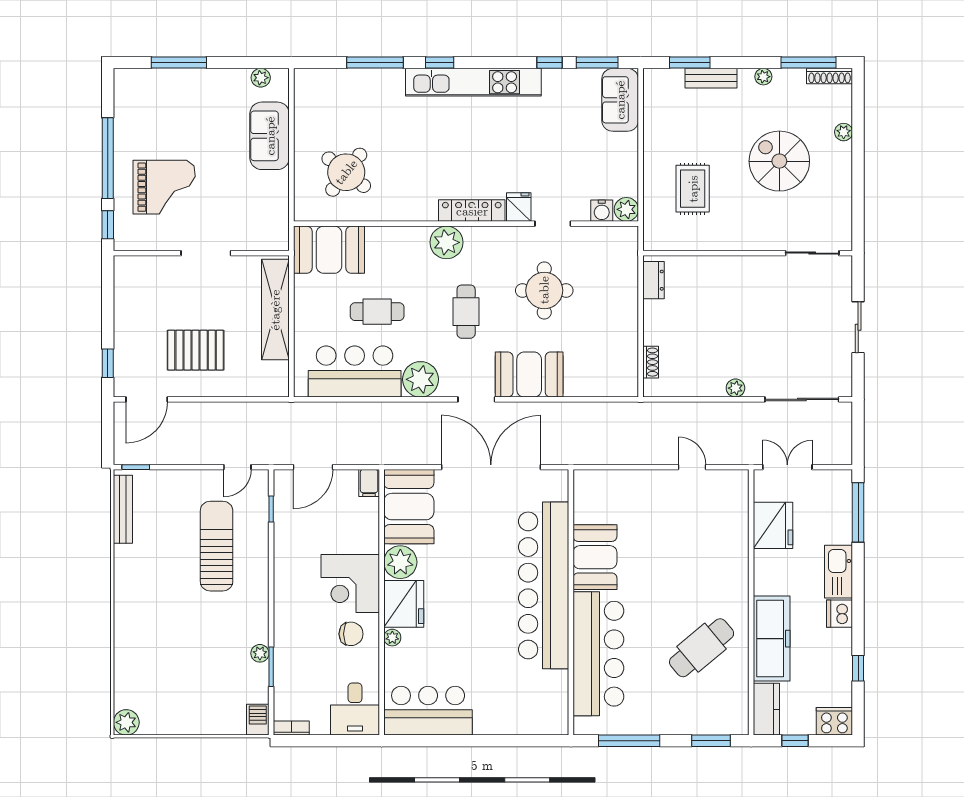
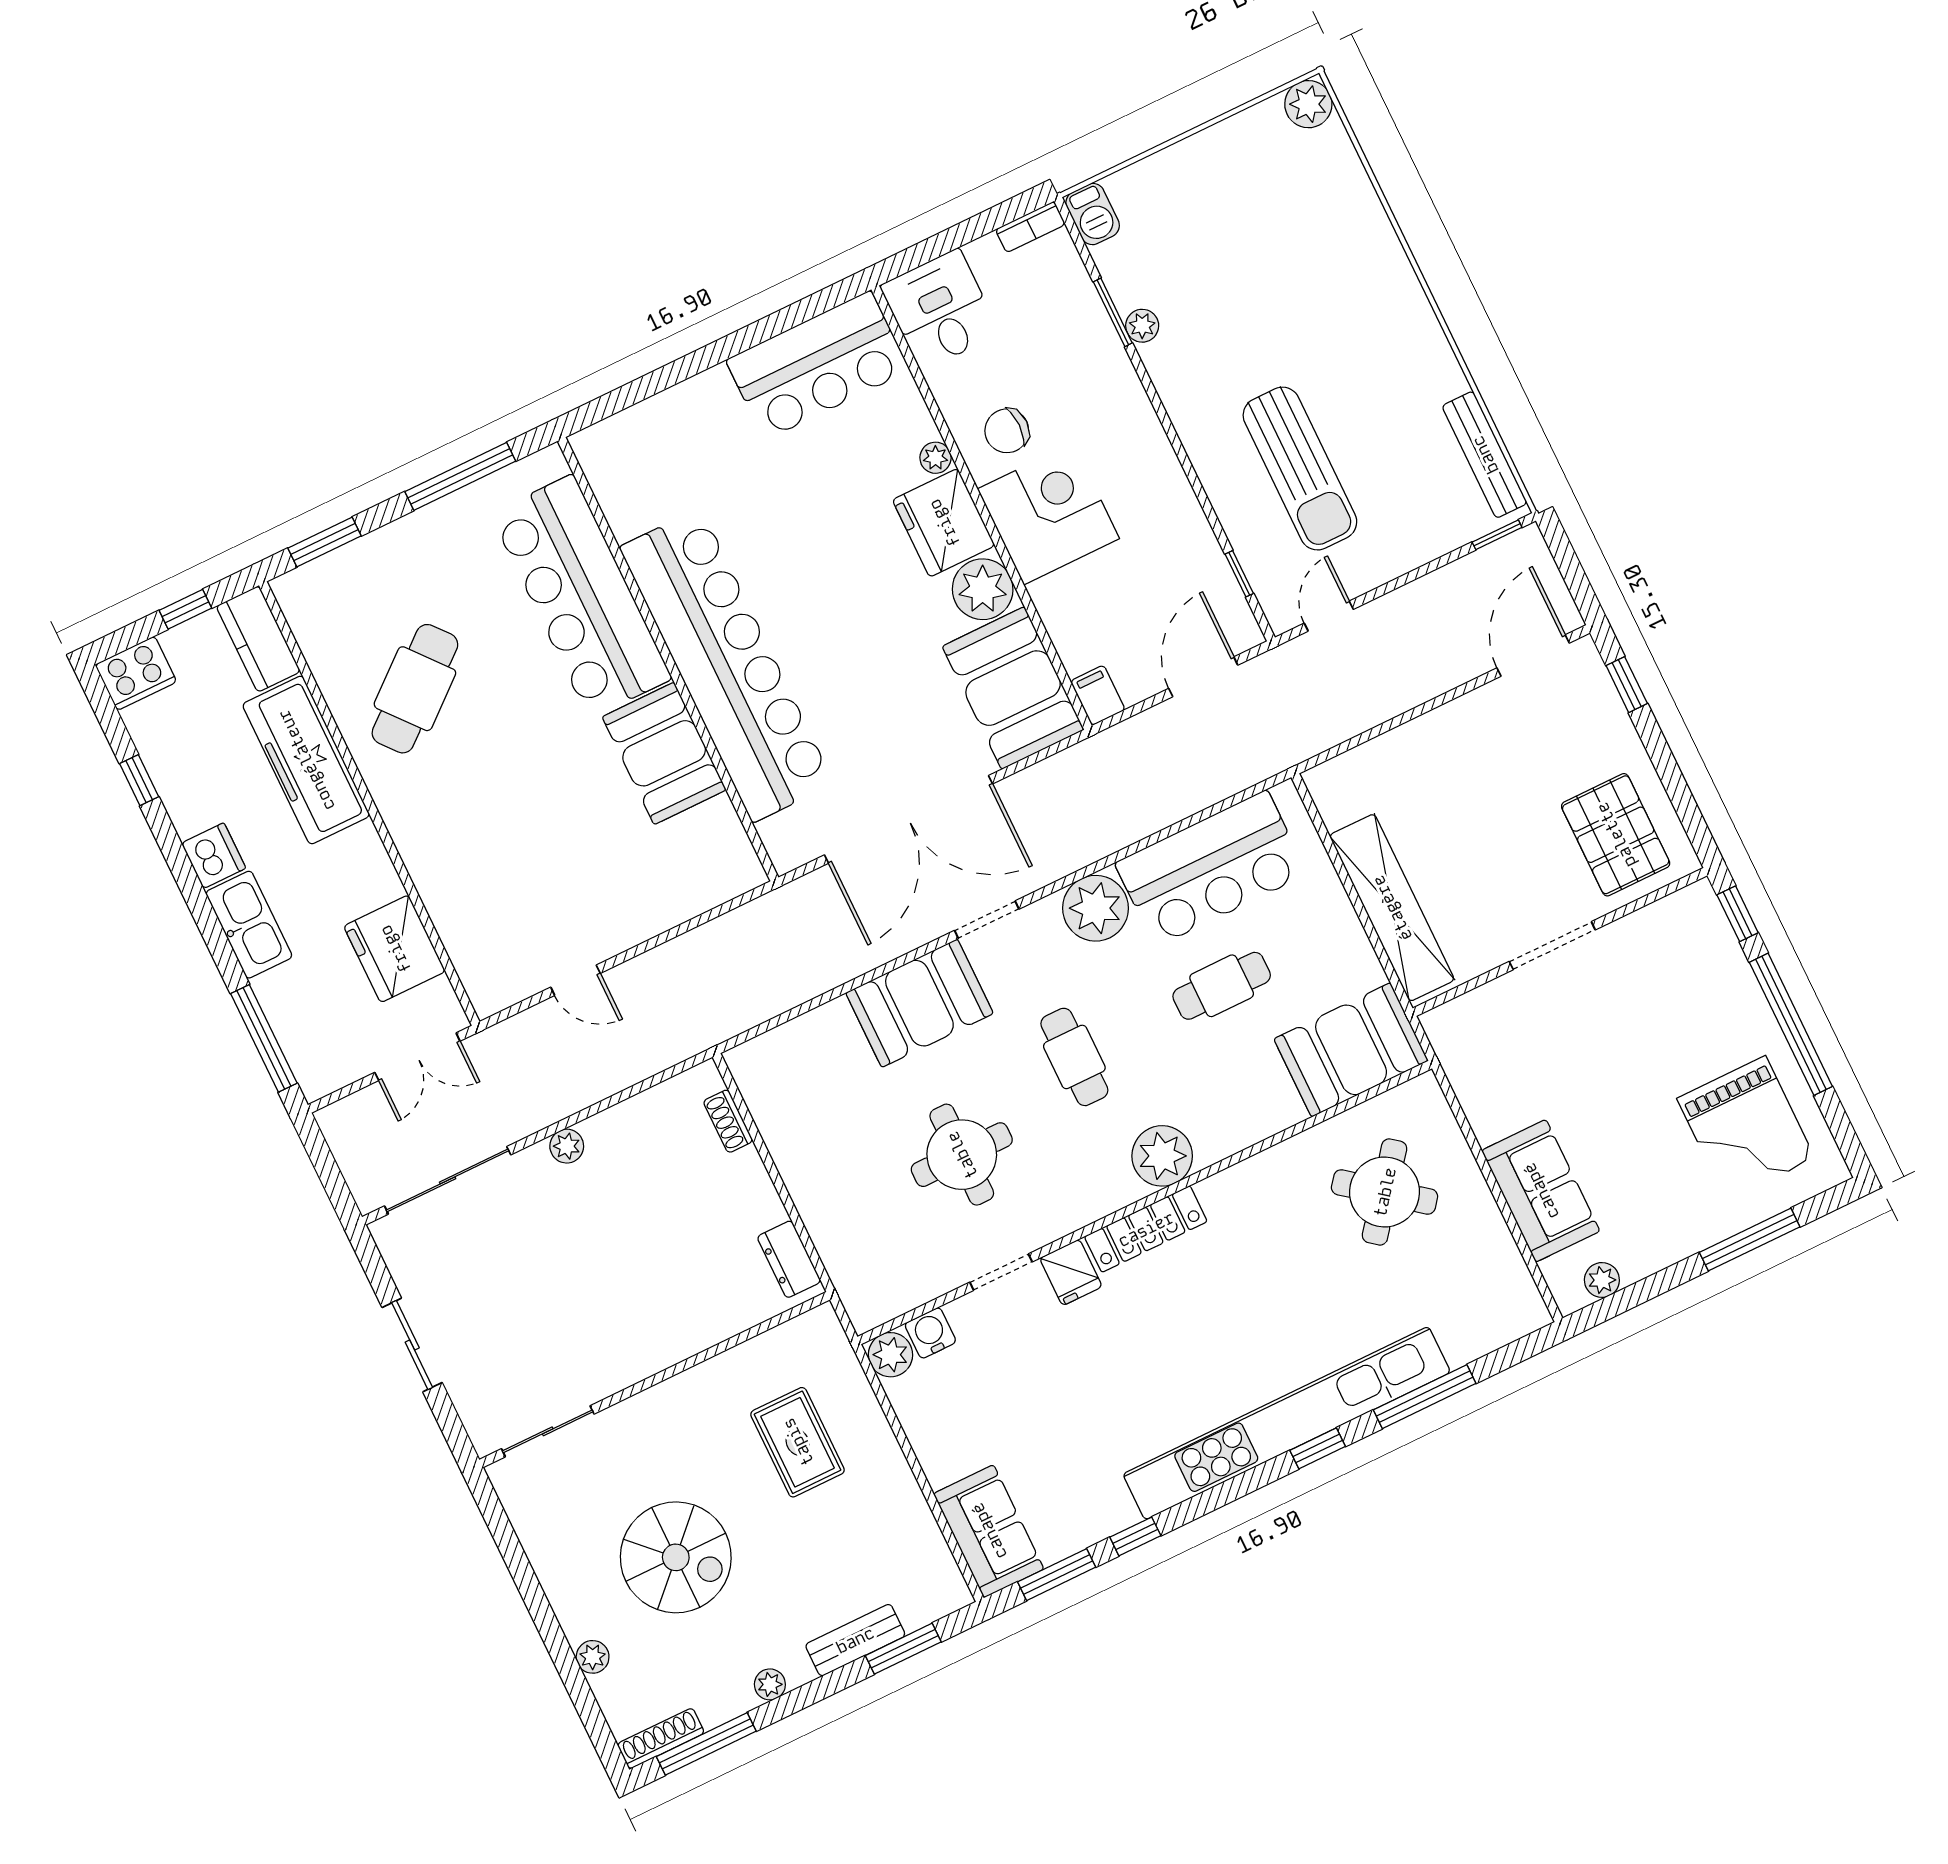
kitchen unit: (473, 82) -> (1287, 1423), width x1.36
grand piano: (164, 187) -> (1746, 1128), moved, turned -90
pallet: (196, 350) -> (1616, 835), moved, turned 90

